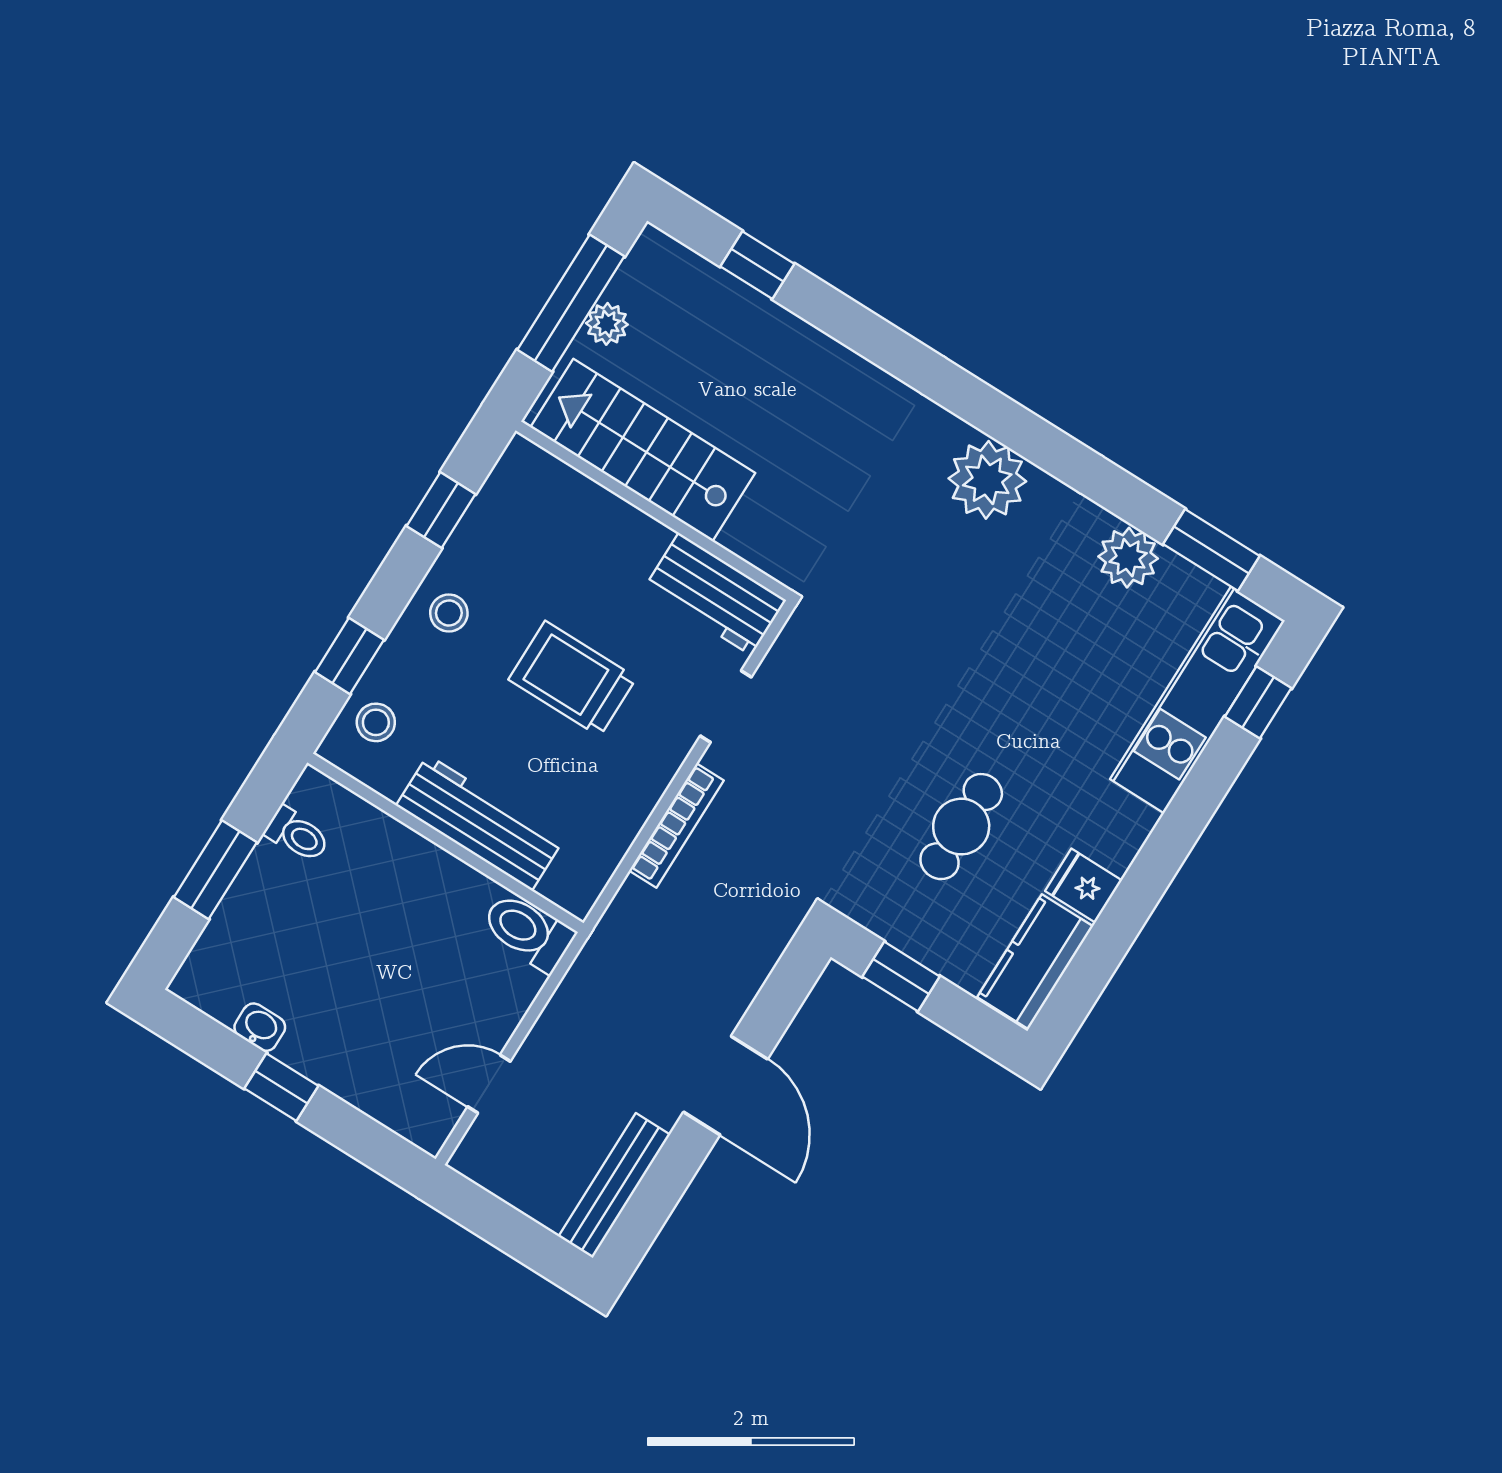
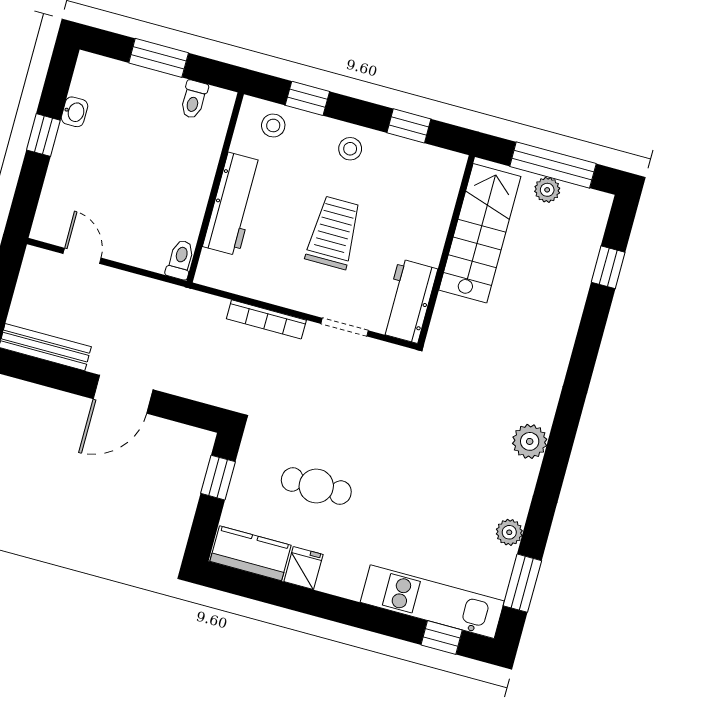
plant: (987, 480) -> (530, 441), width x0.73, depth x0.73
plant: (1128, 558) -> (509, 532), width x0.73, depth x0.73
toilet: (528, 931) -> (180, 260), width x0.73, depth x0.72

